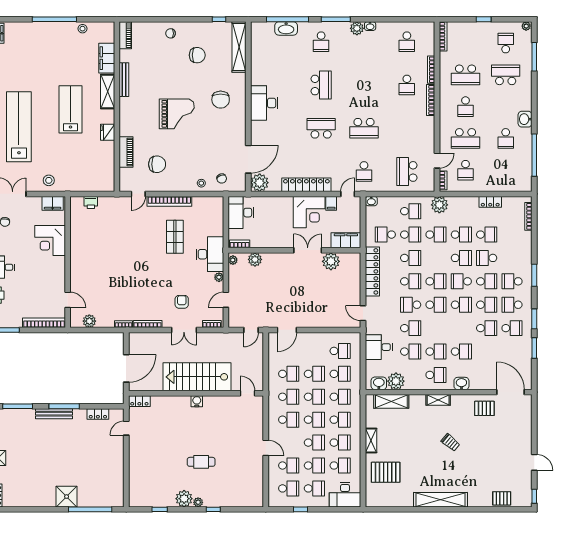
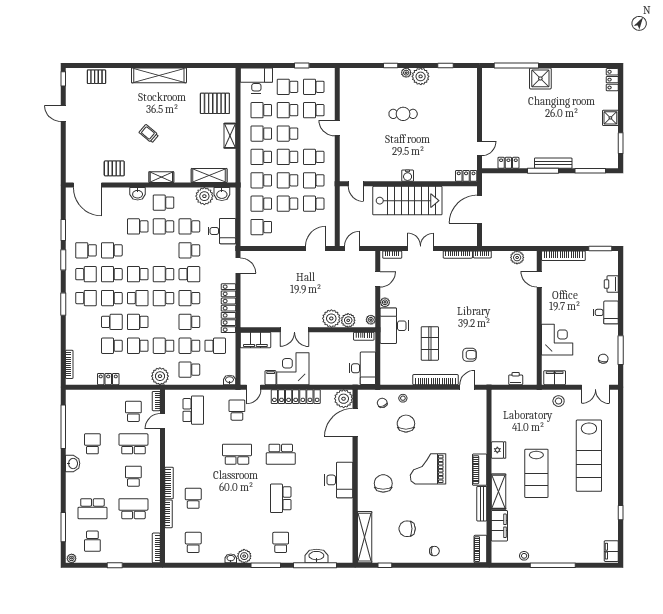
piano: (126, 152) -> (480, 470), moved
chair: (157, 164) -> (406, 424), moved, turned 90
plant: (331, 261) -> (331, 318), moved
armchair: (182, 302) -> (469, 355), moved, turned -90

